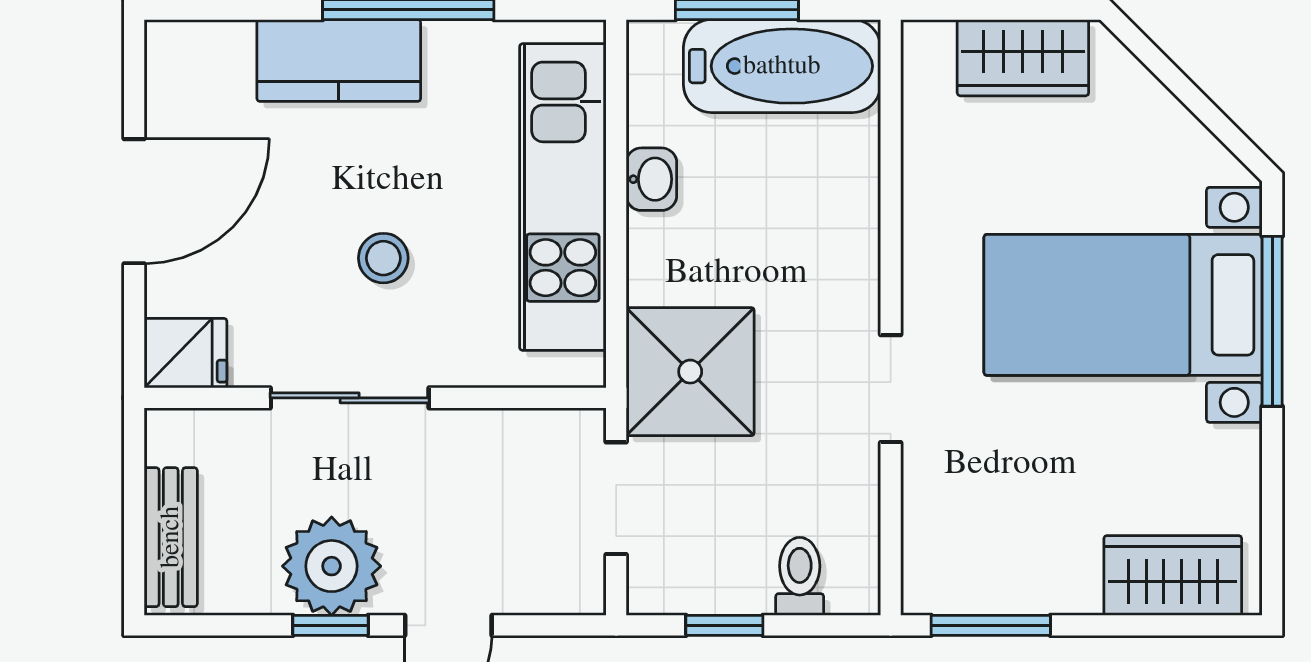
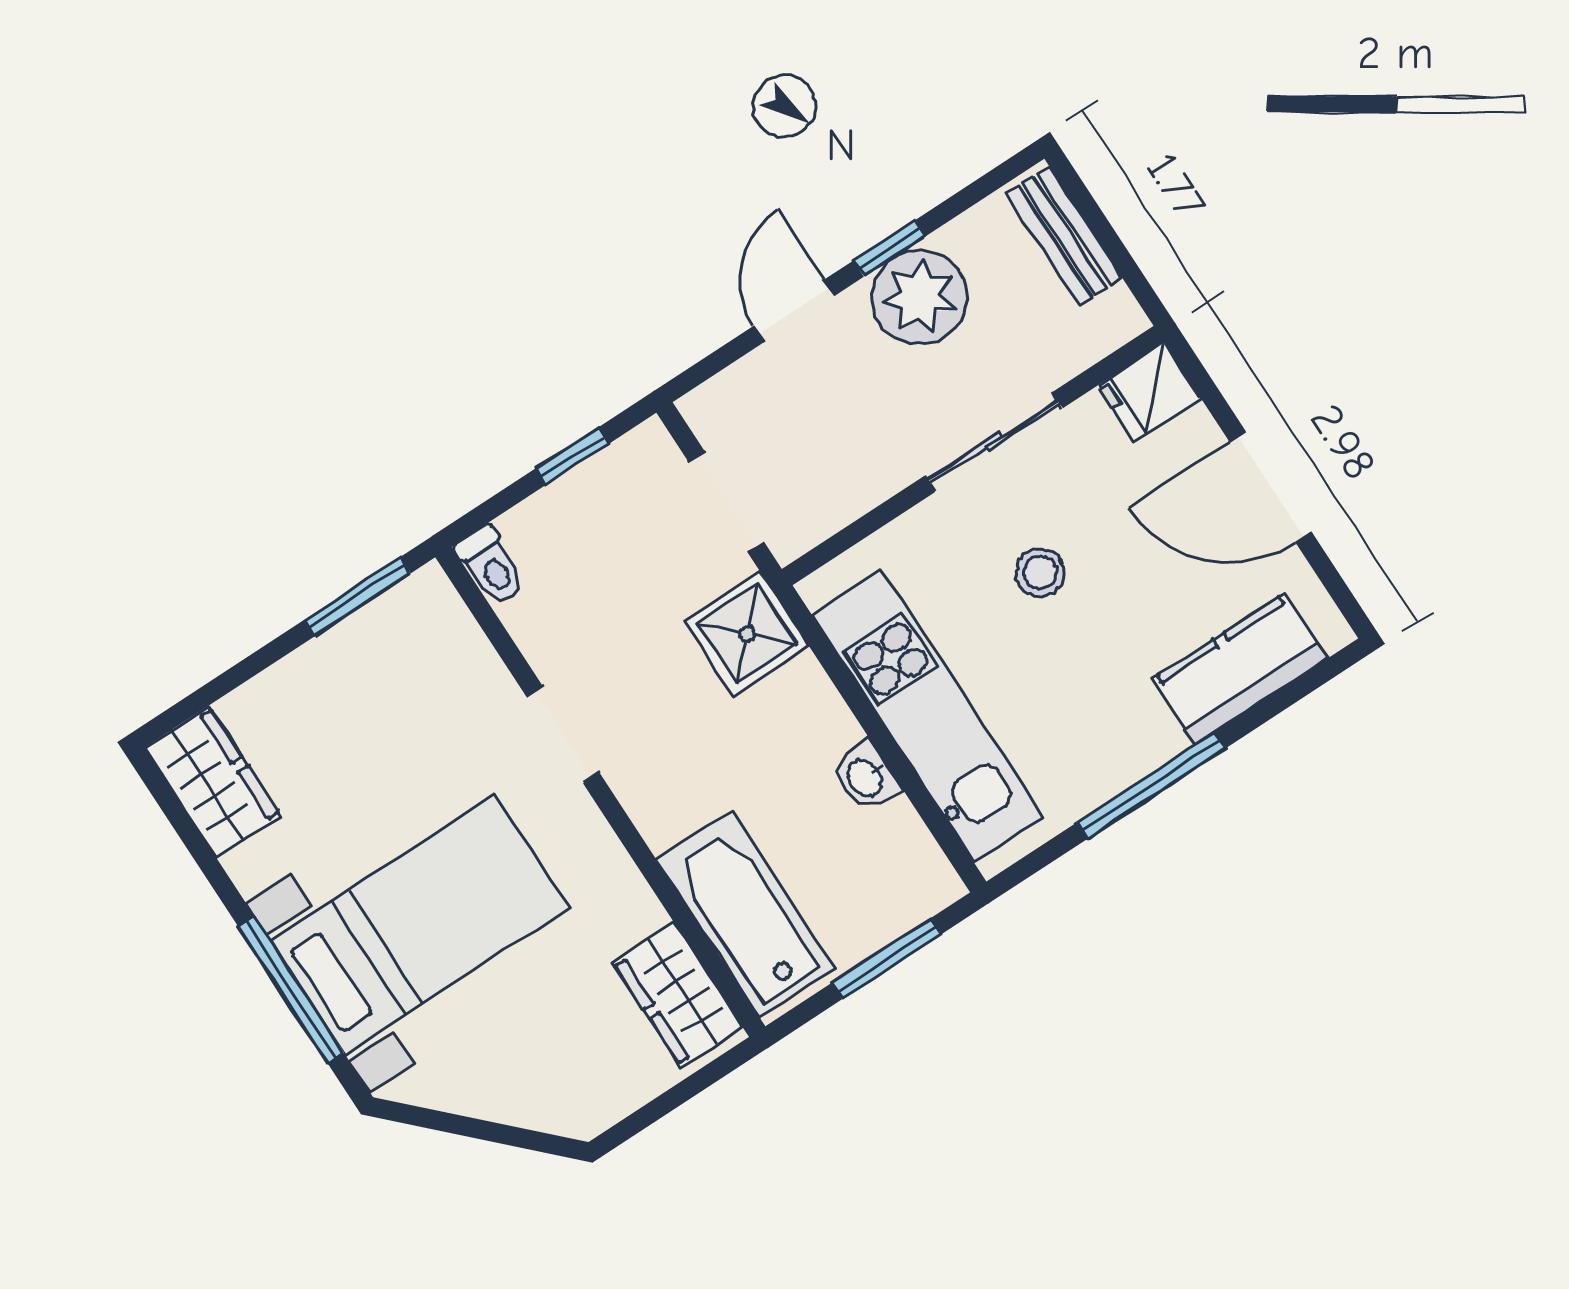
wardrobe: (1023, 58) -> (678, 994), moved, turned -90
kitchen counter: (339, 61) -> (1240, 669), moved
bathtub: (782, 66) -> (745, 914), moved, turned 90
door: (134, 201) -> (1271, 487), hinge flipped
shower: (690, 372) -> (747, 634), width x0.73, depth x0.73
wardrobe: (1173, 575) -> (213, 782), moved, turned -90
toilet: (800, 576) -> (491, 565), moved

